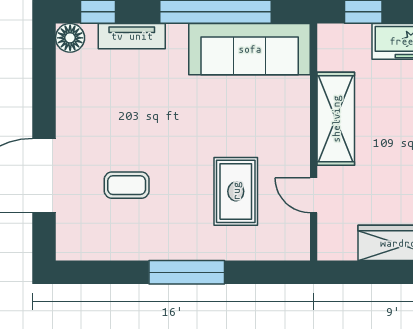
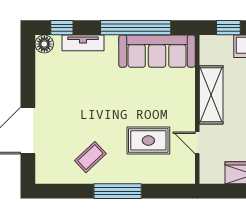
coffee table: (127, 185) -> (90, 157), moved, turned -43
rug: (236, 191) -> (148, 140), turned 90

